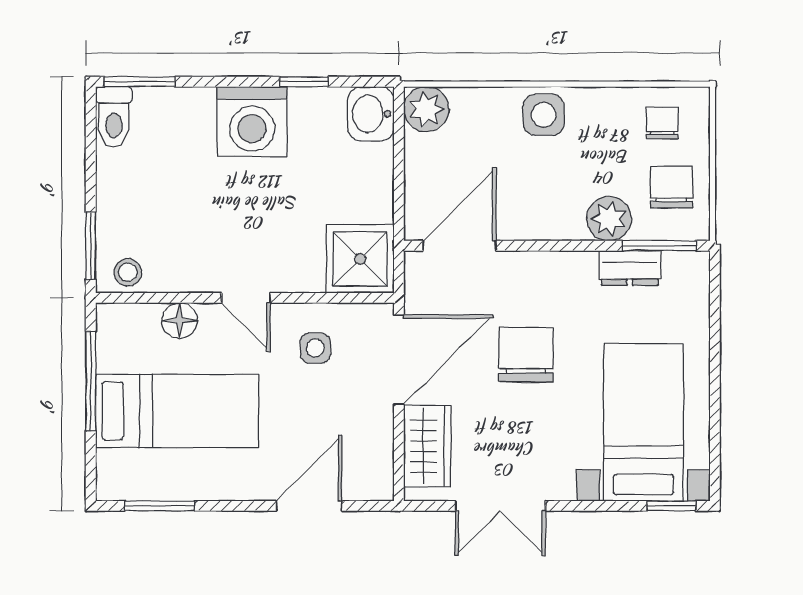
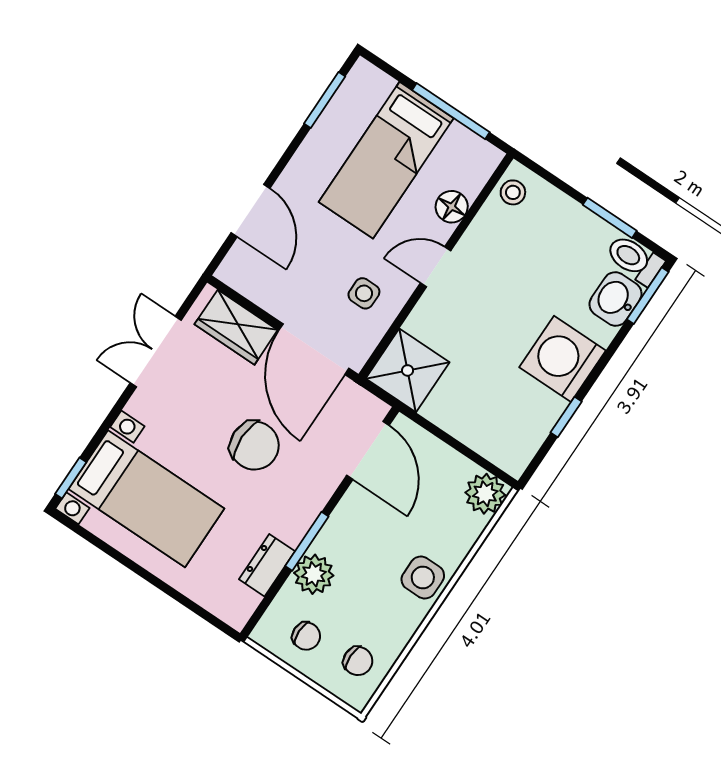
washbasin: (371, 114) -> (615, 299), moved, turned -90
chair: (671, 187) -> (306, 636), width x0.73, depth x0.73
window: (91, 246) -> (610, 218), moved
window: (659, 246) -> (307, 541), moved

